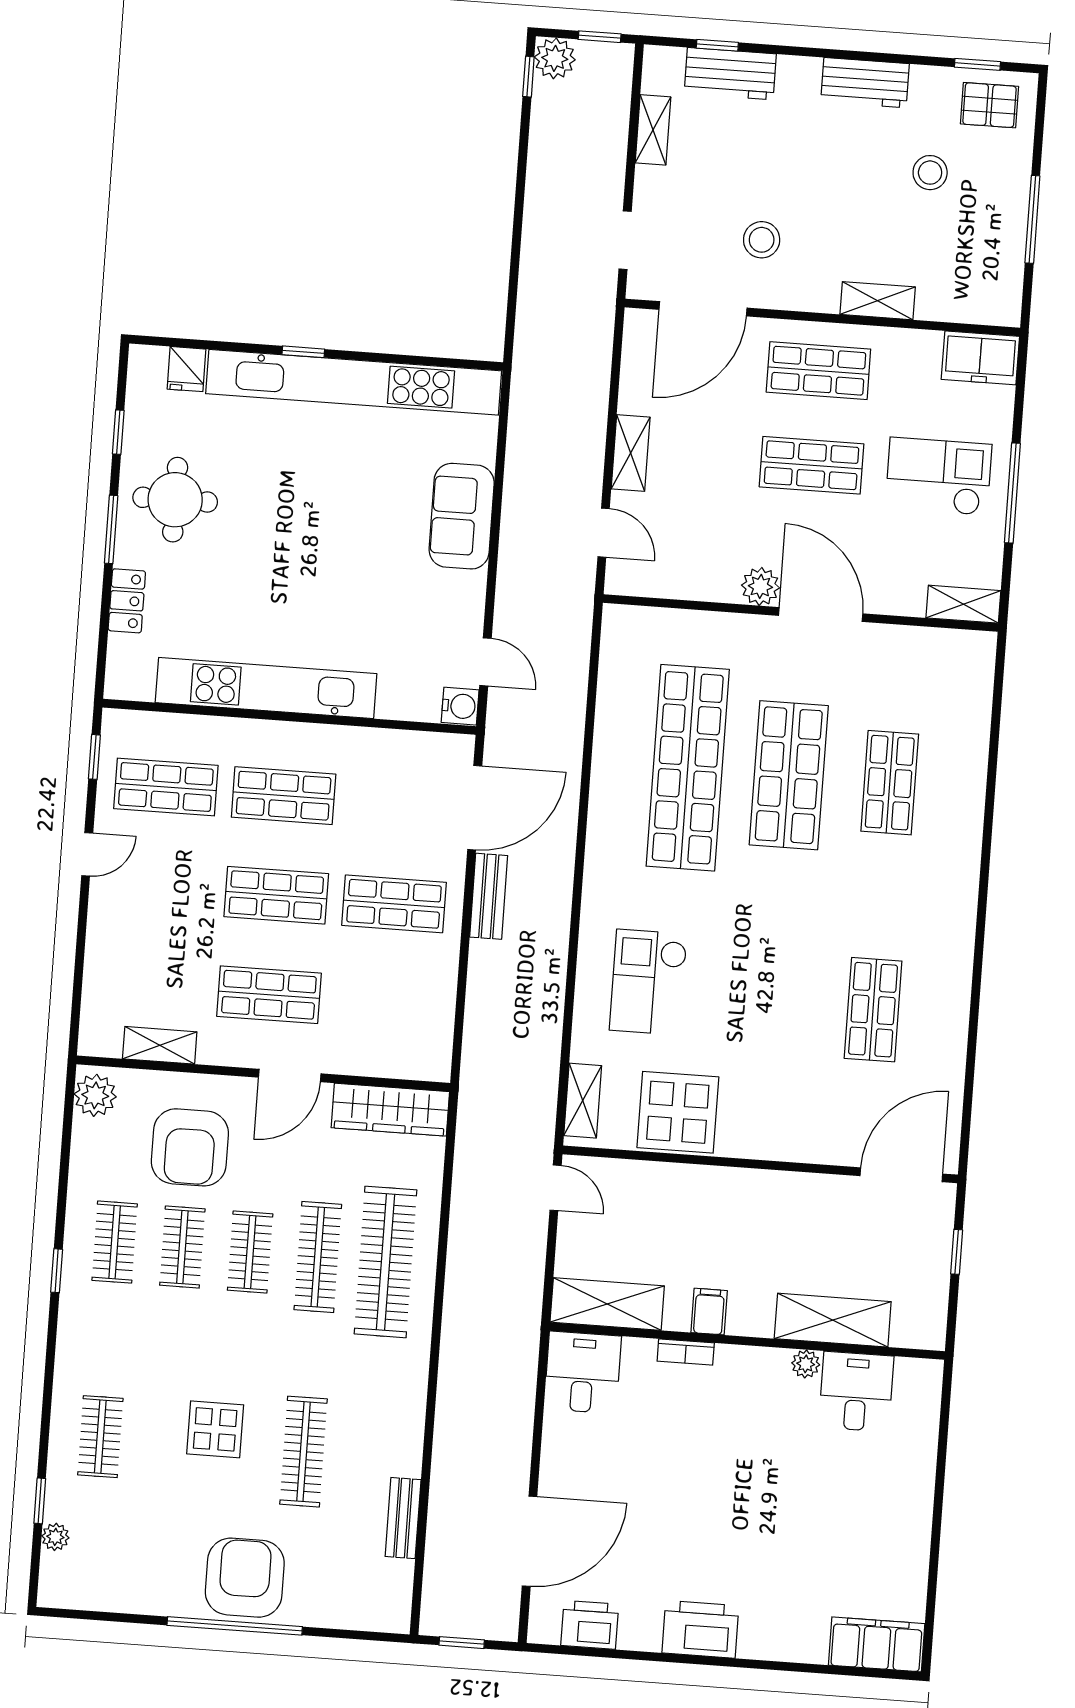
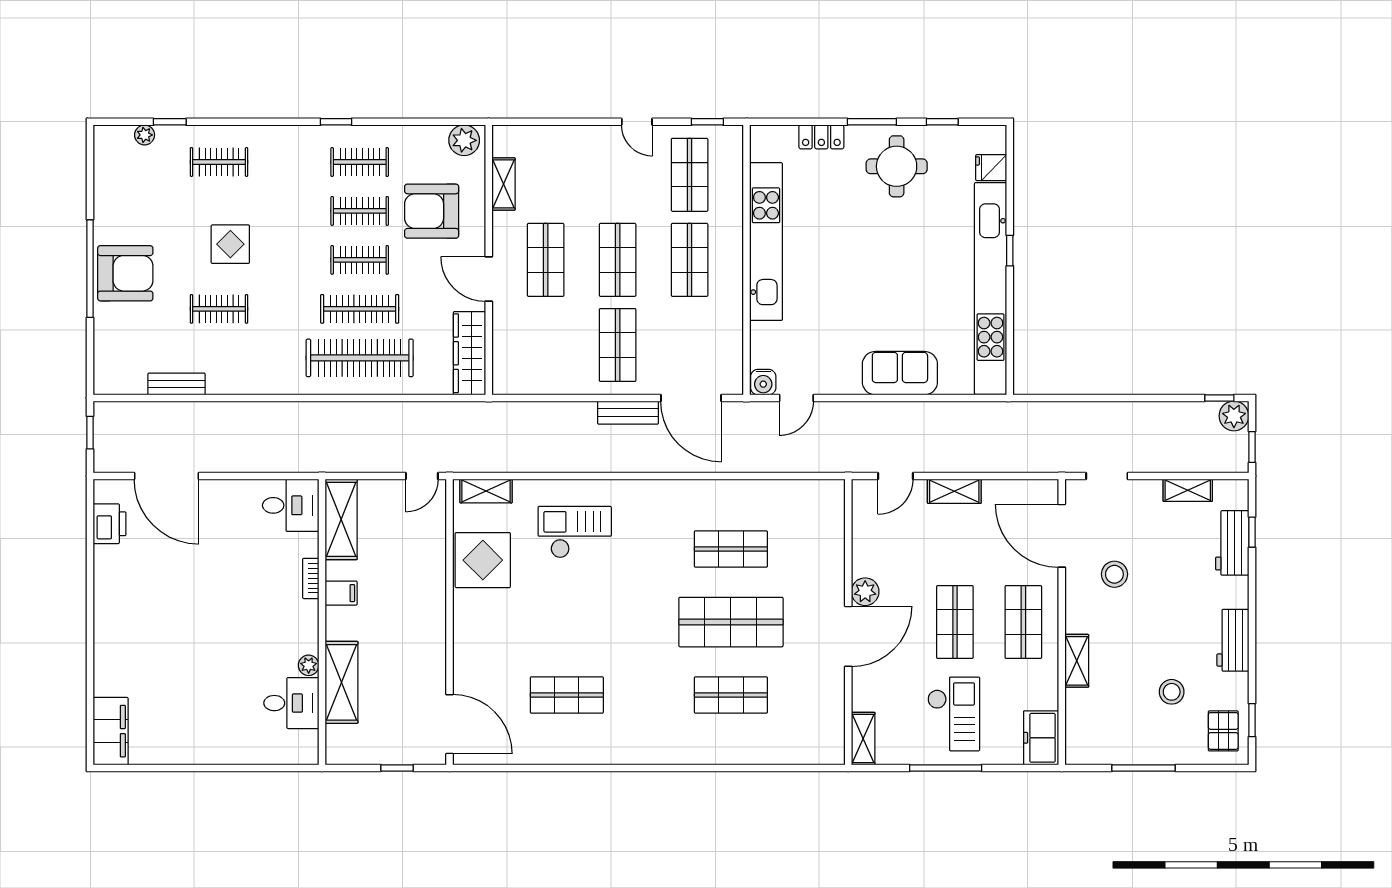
shop shelf: (688, 768) -> (731, 549), width x0.50, depth x0.74
clothes rail: (304, 1452) -> (219, 309), width x0.73
printer: (700, 1629) -> (112, 604), removed

